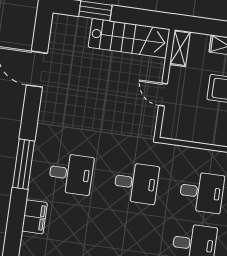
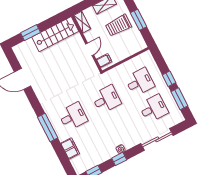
door: (163, 95) -> (90, 49), swing flipped
filing cabinet: (172, 125) -> (104, 61), added

